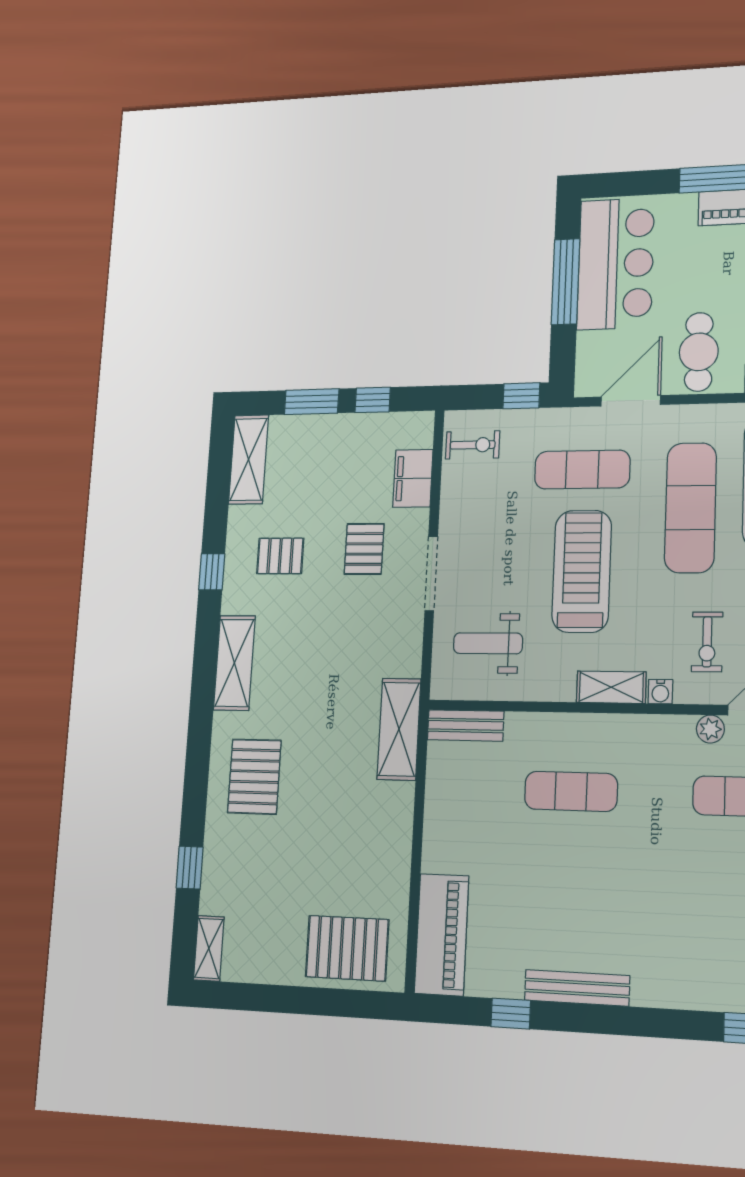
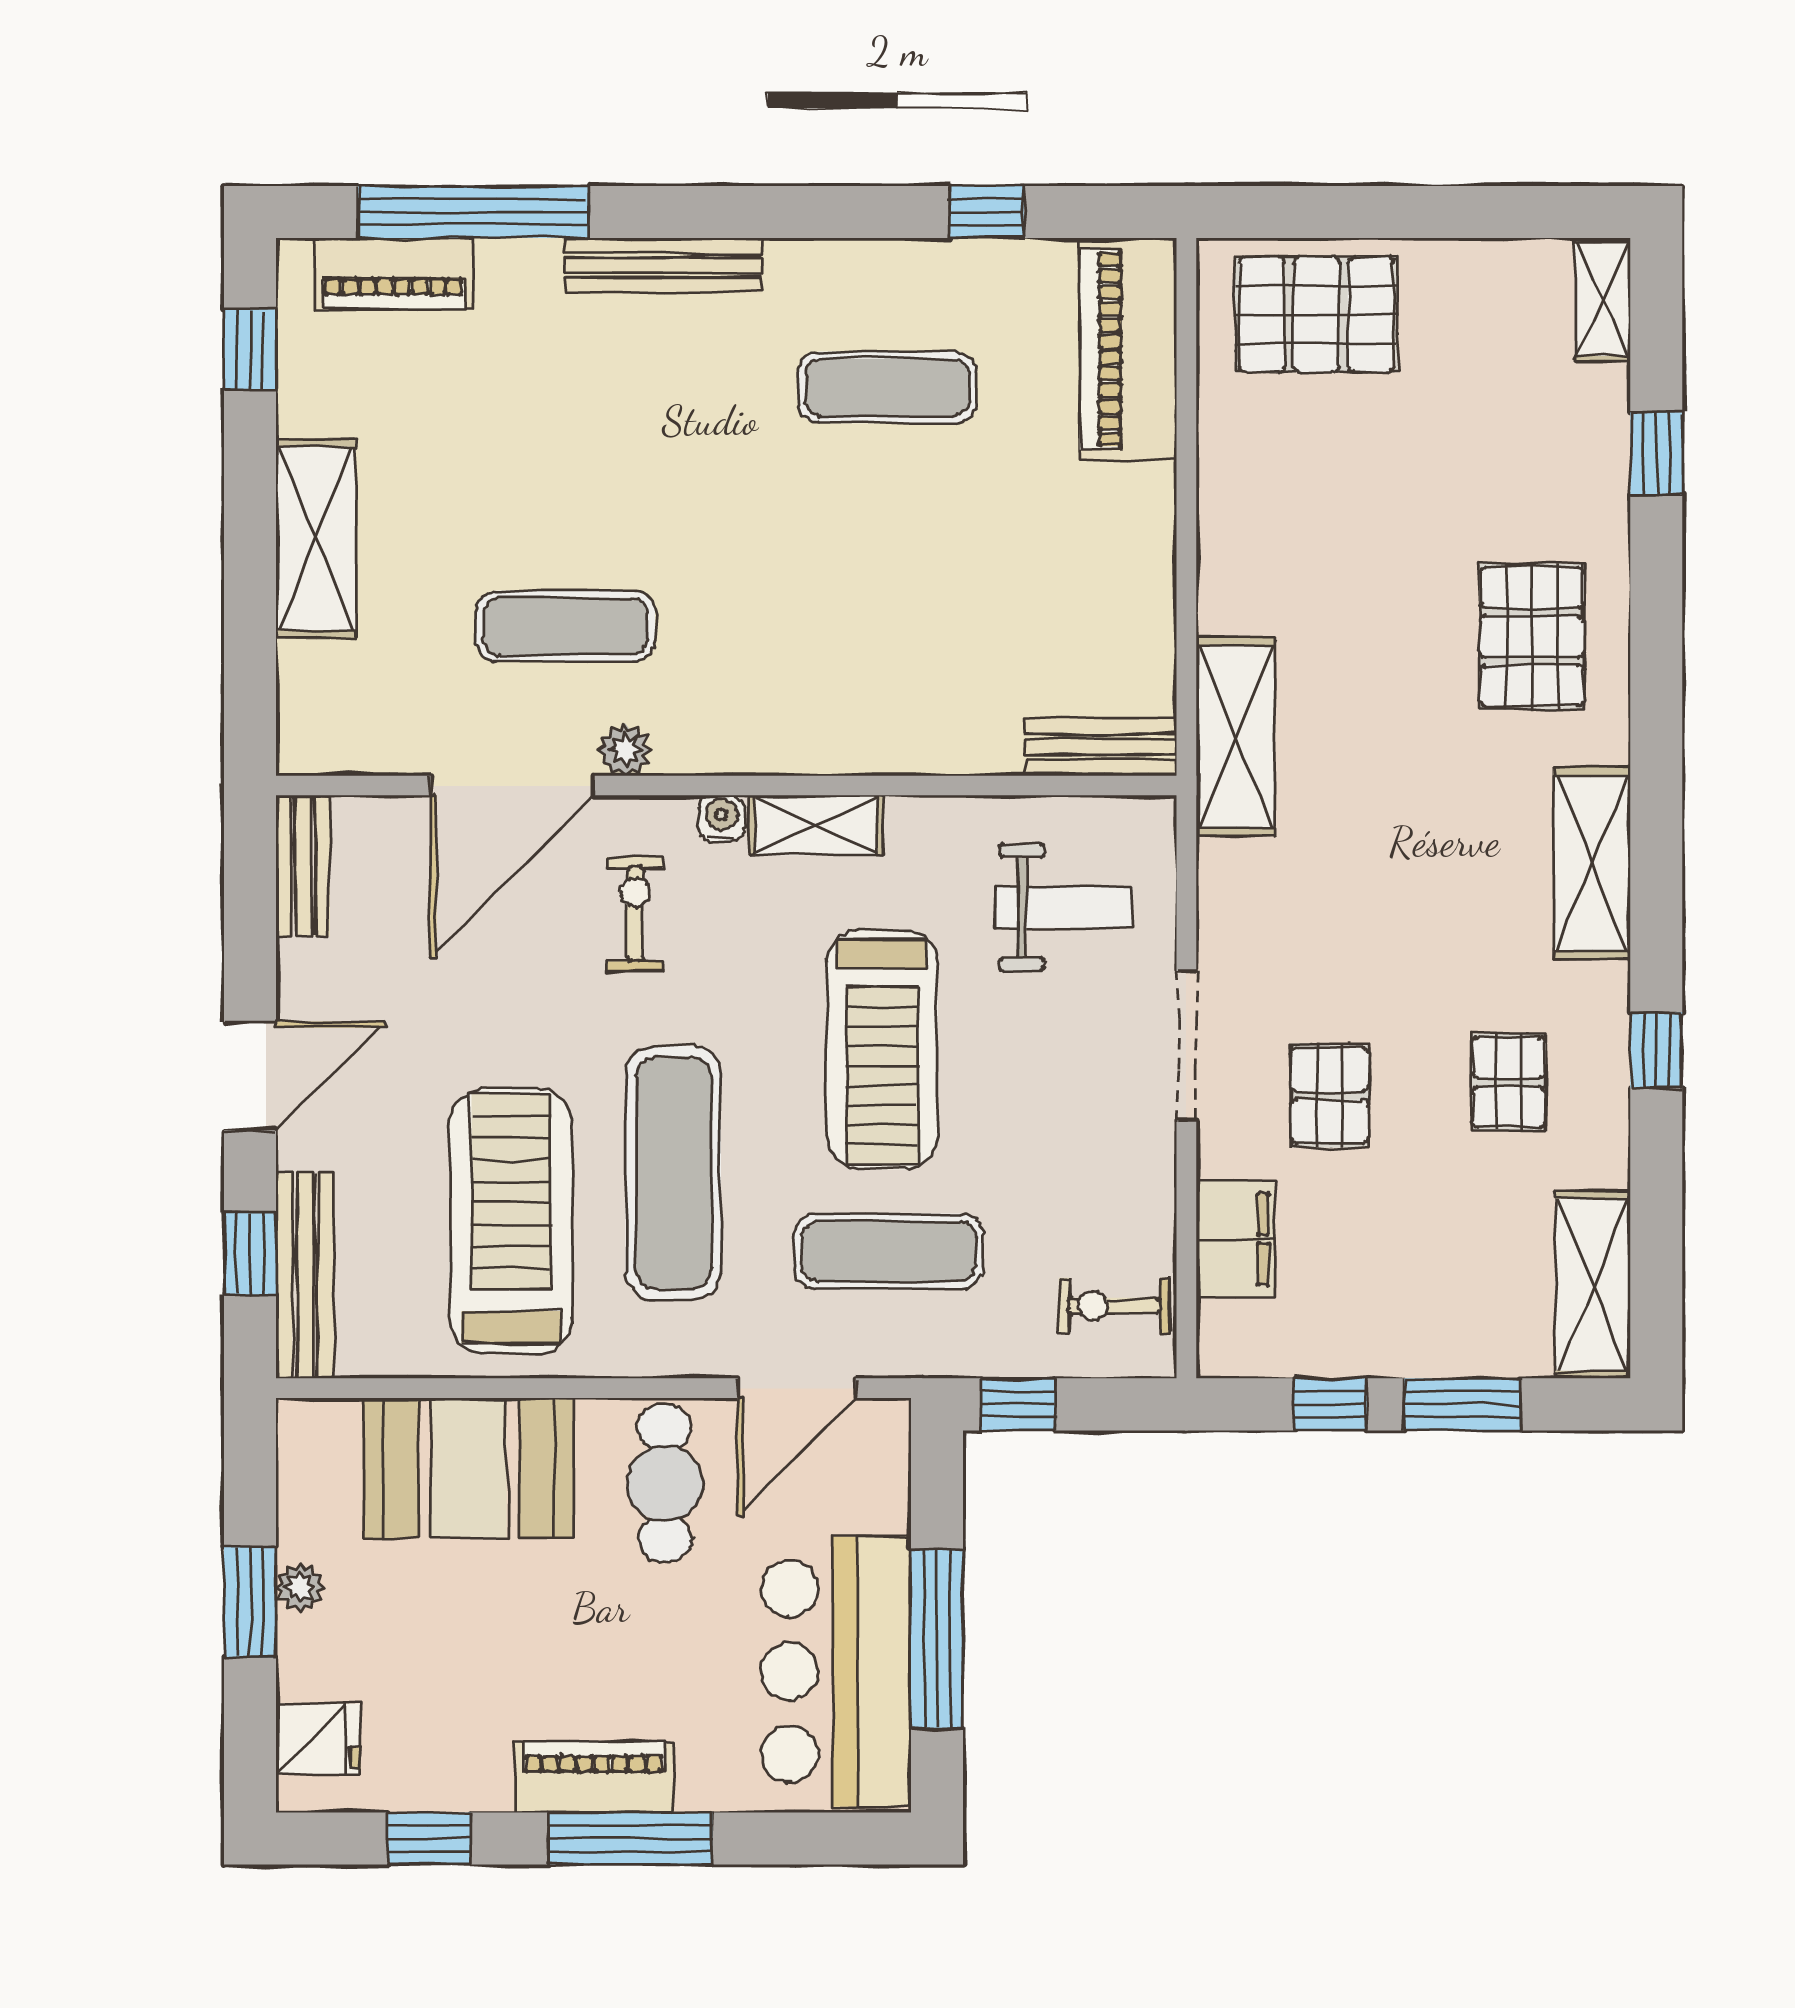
pallet: (280, 556) -> (1509, 1082), turned 90
exercise mat: (571, 791) -> (887, 387), moved
bench: (577, 988) -> (663, 266), moved

